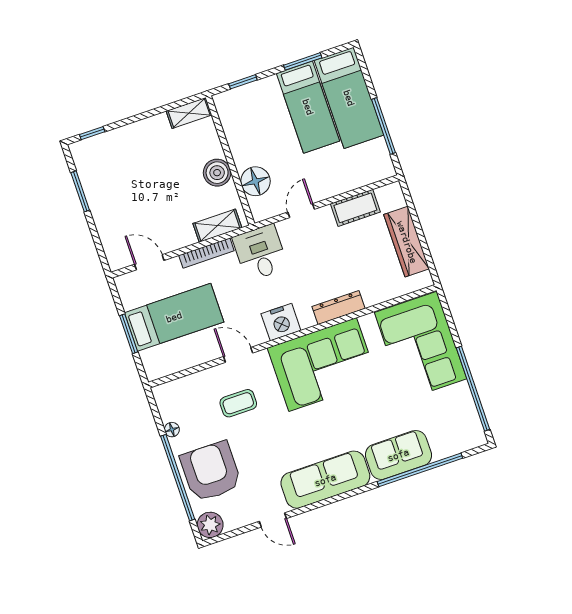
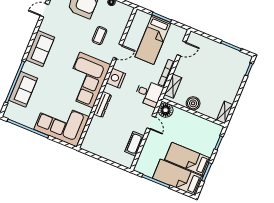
floor lamp: (255, 181) -> (166, 110), moved
wardrobe: (407, 242) -> (105, 152), removed
sofa: (398, 455) -> (23, 89), moved
sofa: (325, 480) -> (40, 49), width x0.73

